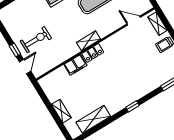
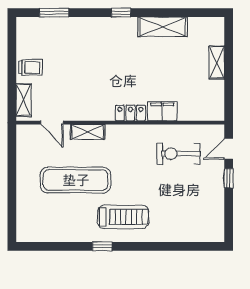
exercise bike: (36, 40) -> (179, 154), moved
shelving: (89, 41) -> (88, 132), moved
shelving: (93, 119) -> (163, 27), moved

